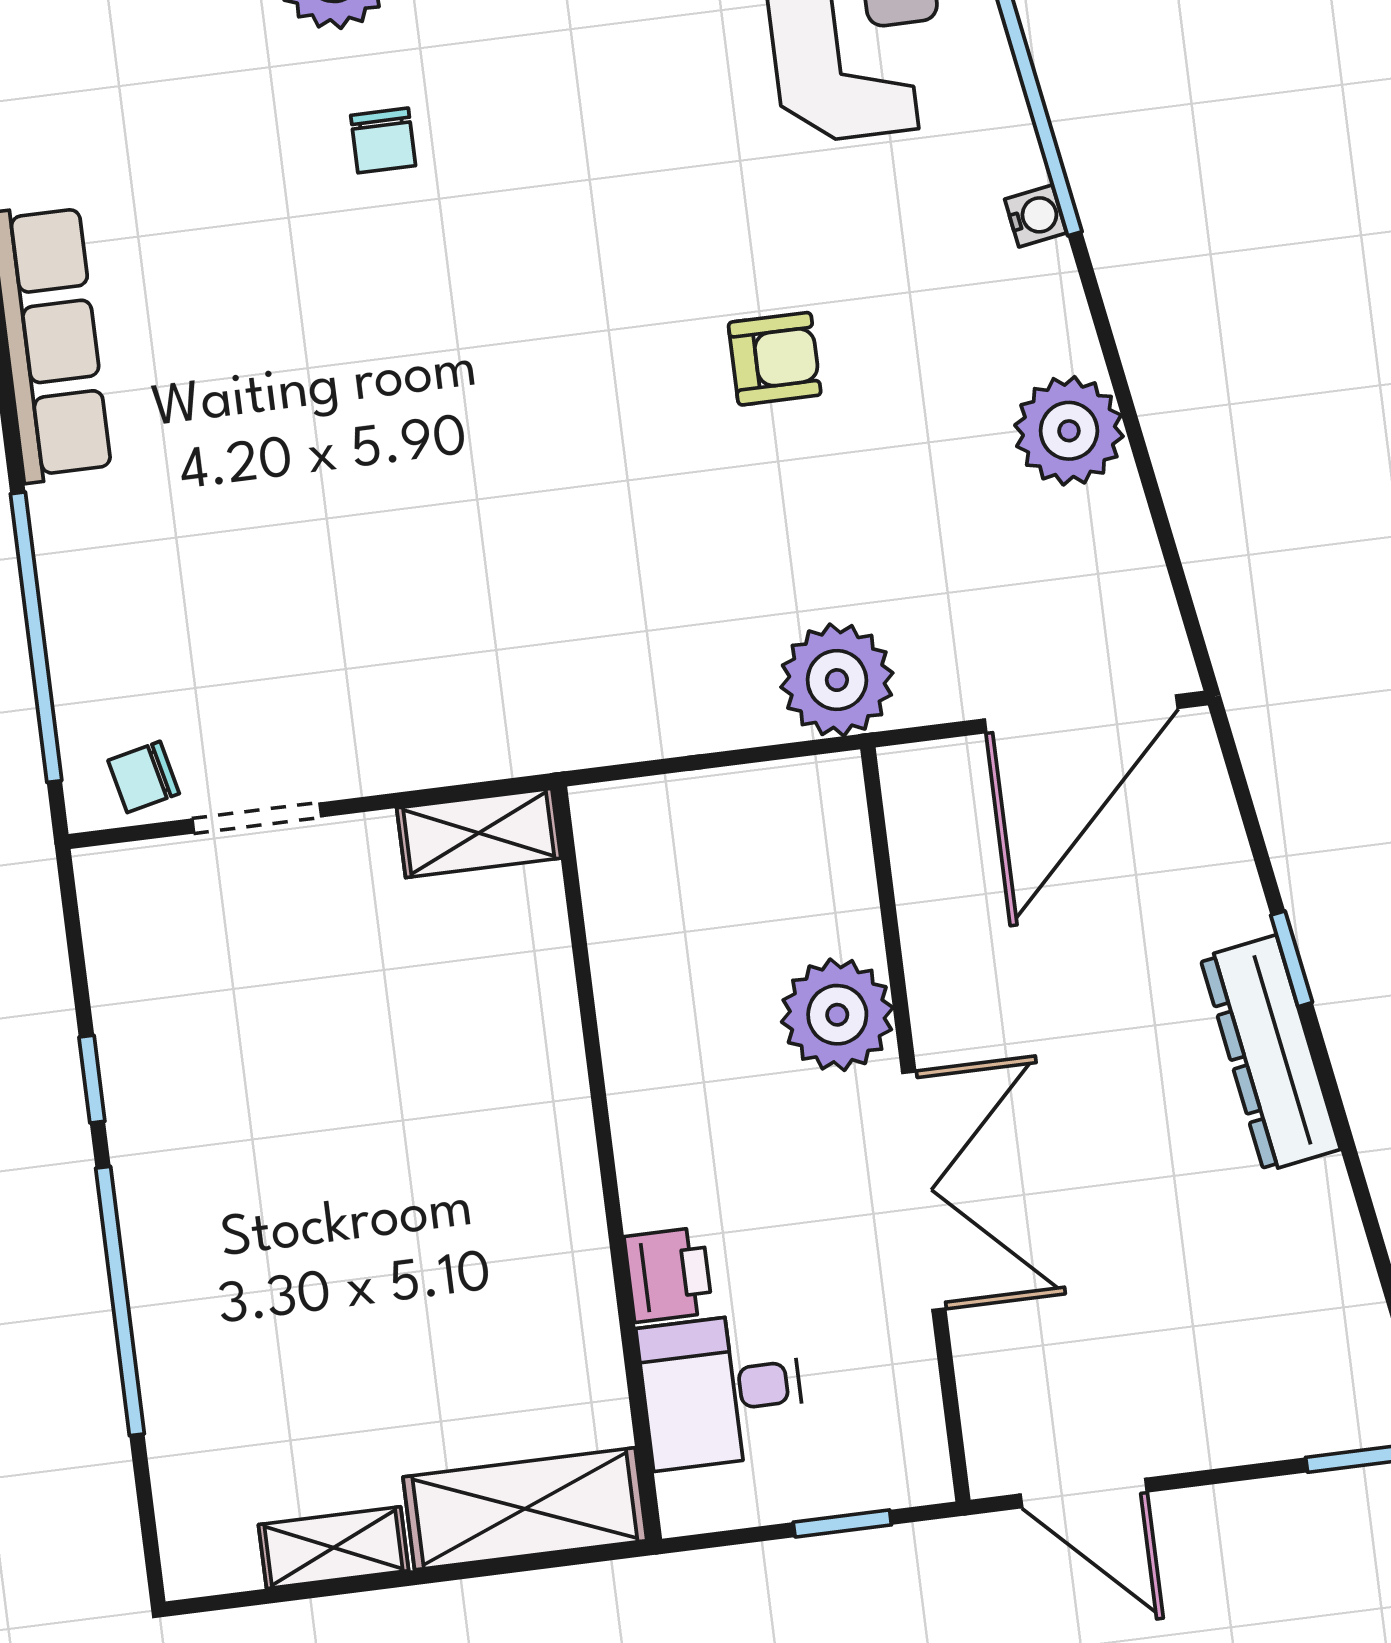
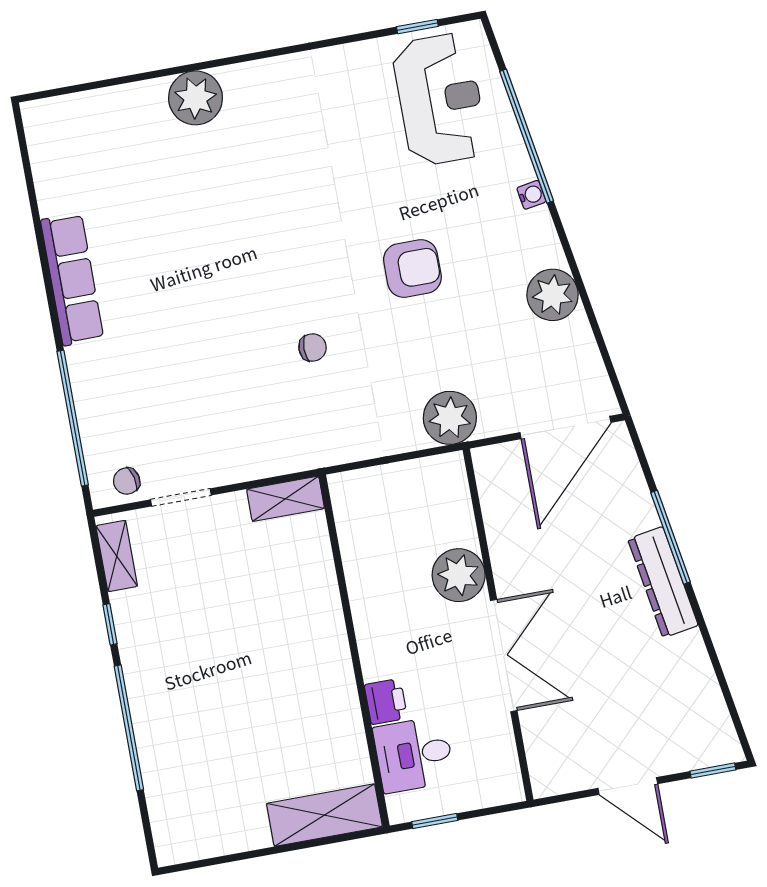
chair: (383, 140) -> (313, 347), moved, turned -90
armchair: (775, 359) -> (412, 268), width x1.38, depth x1.38
window: (1292, 959) -> (671, 537), width x2.17
door: (1084, 1493) -> (628, 786), moved
window: (842, 1523) -> (435, 821), moved
shelving: (334, 1548) -> (117, 556), moved, turned 90

